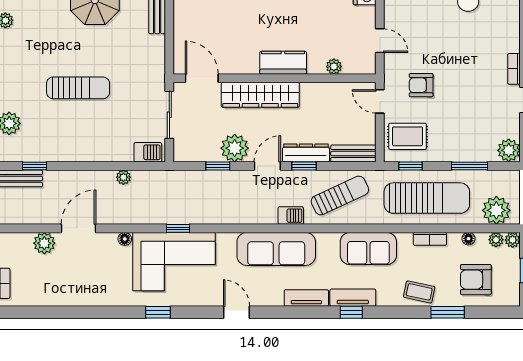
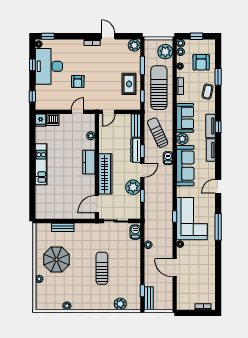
armchair: (421, 85) -> (78, 81), moved
rug: (407, 136) -> (129, 84), moved
door: (267, 166) -> (142, 170), swing flipped
plant: (44, 243) -> (182, 139), moved
window: (158, 312) -> (218, 227), width x2.17

